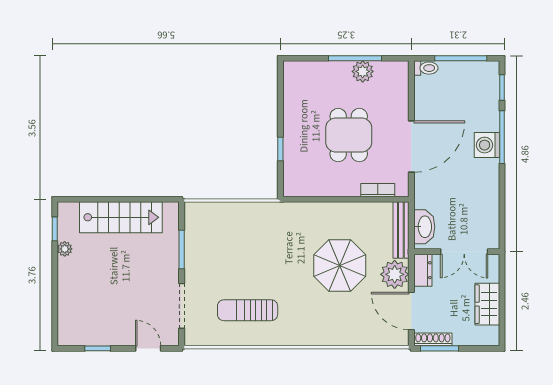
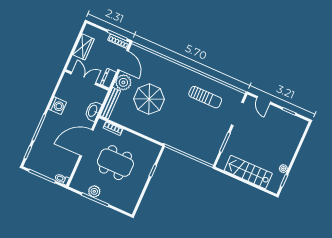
dining table: (349, 135) -> (115, 163), width x1.38
washing machine: (487, 145) -> (58, 106), moved
washbasin: (424, 227) -> (93, 111), moved

